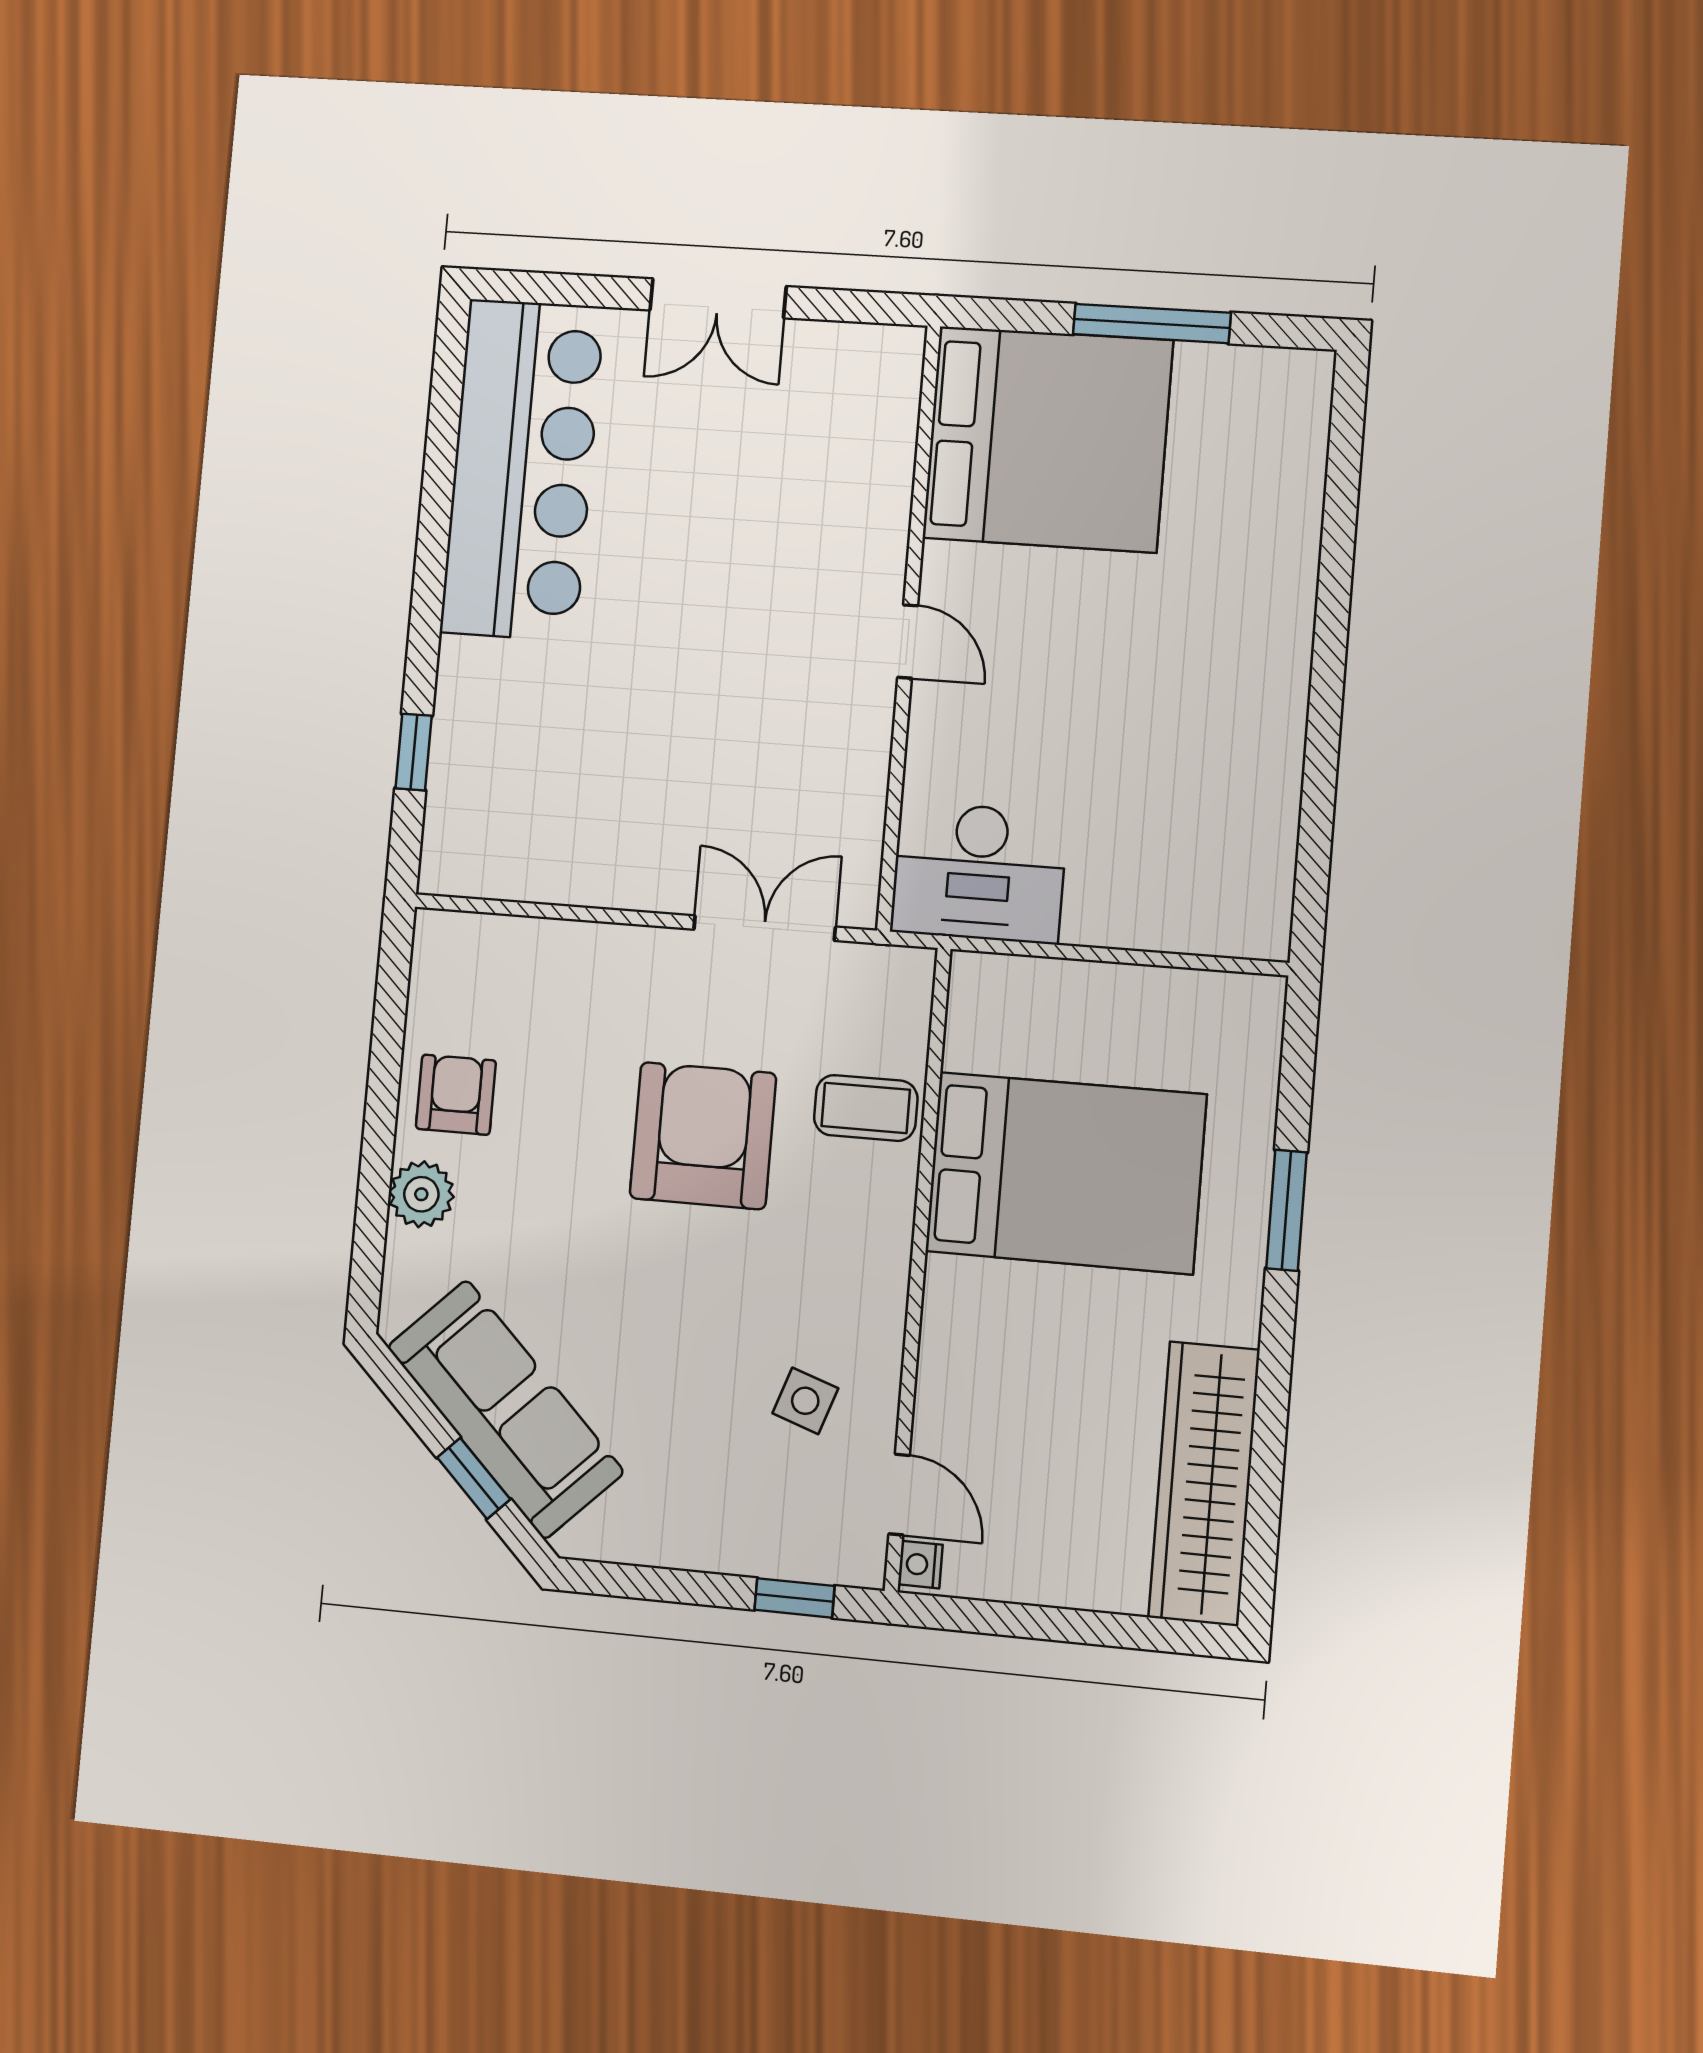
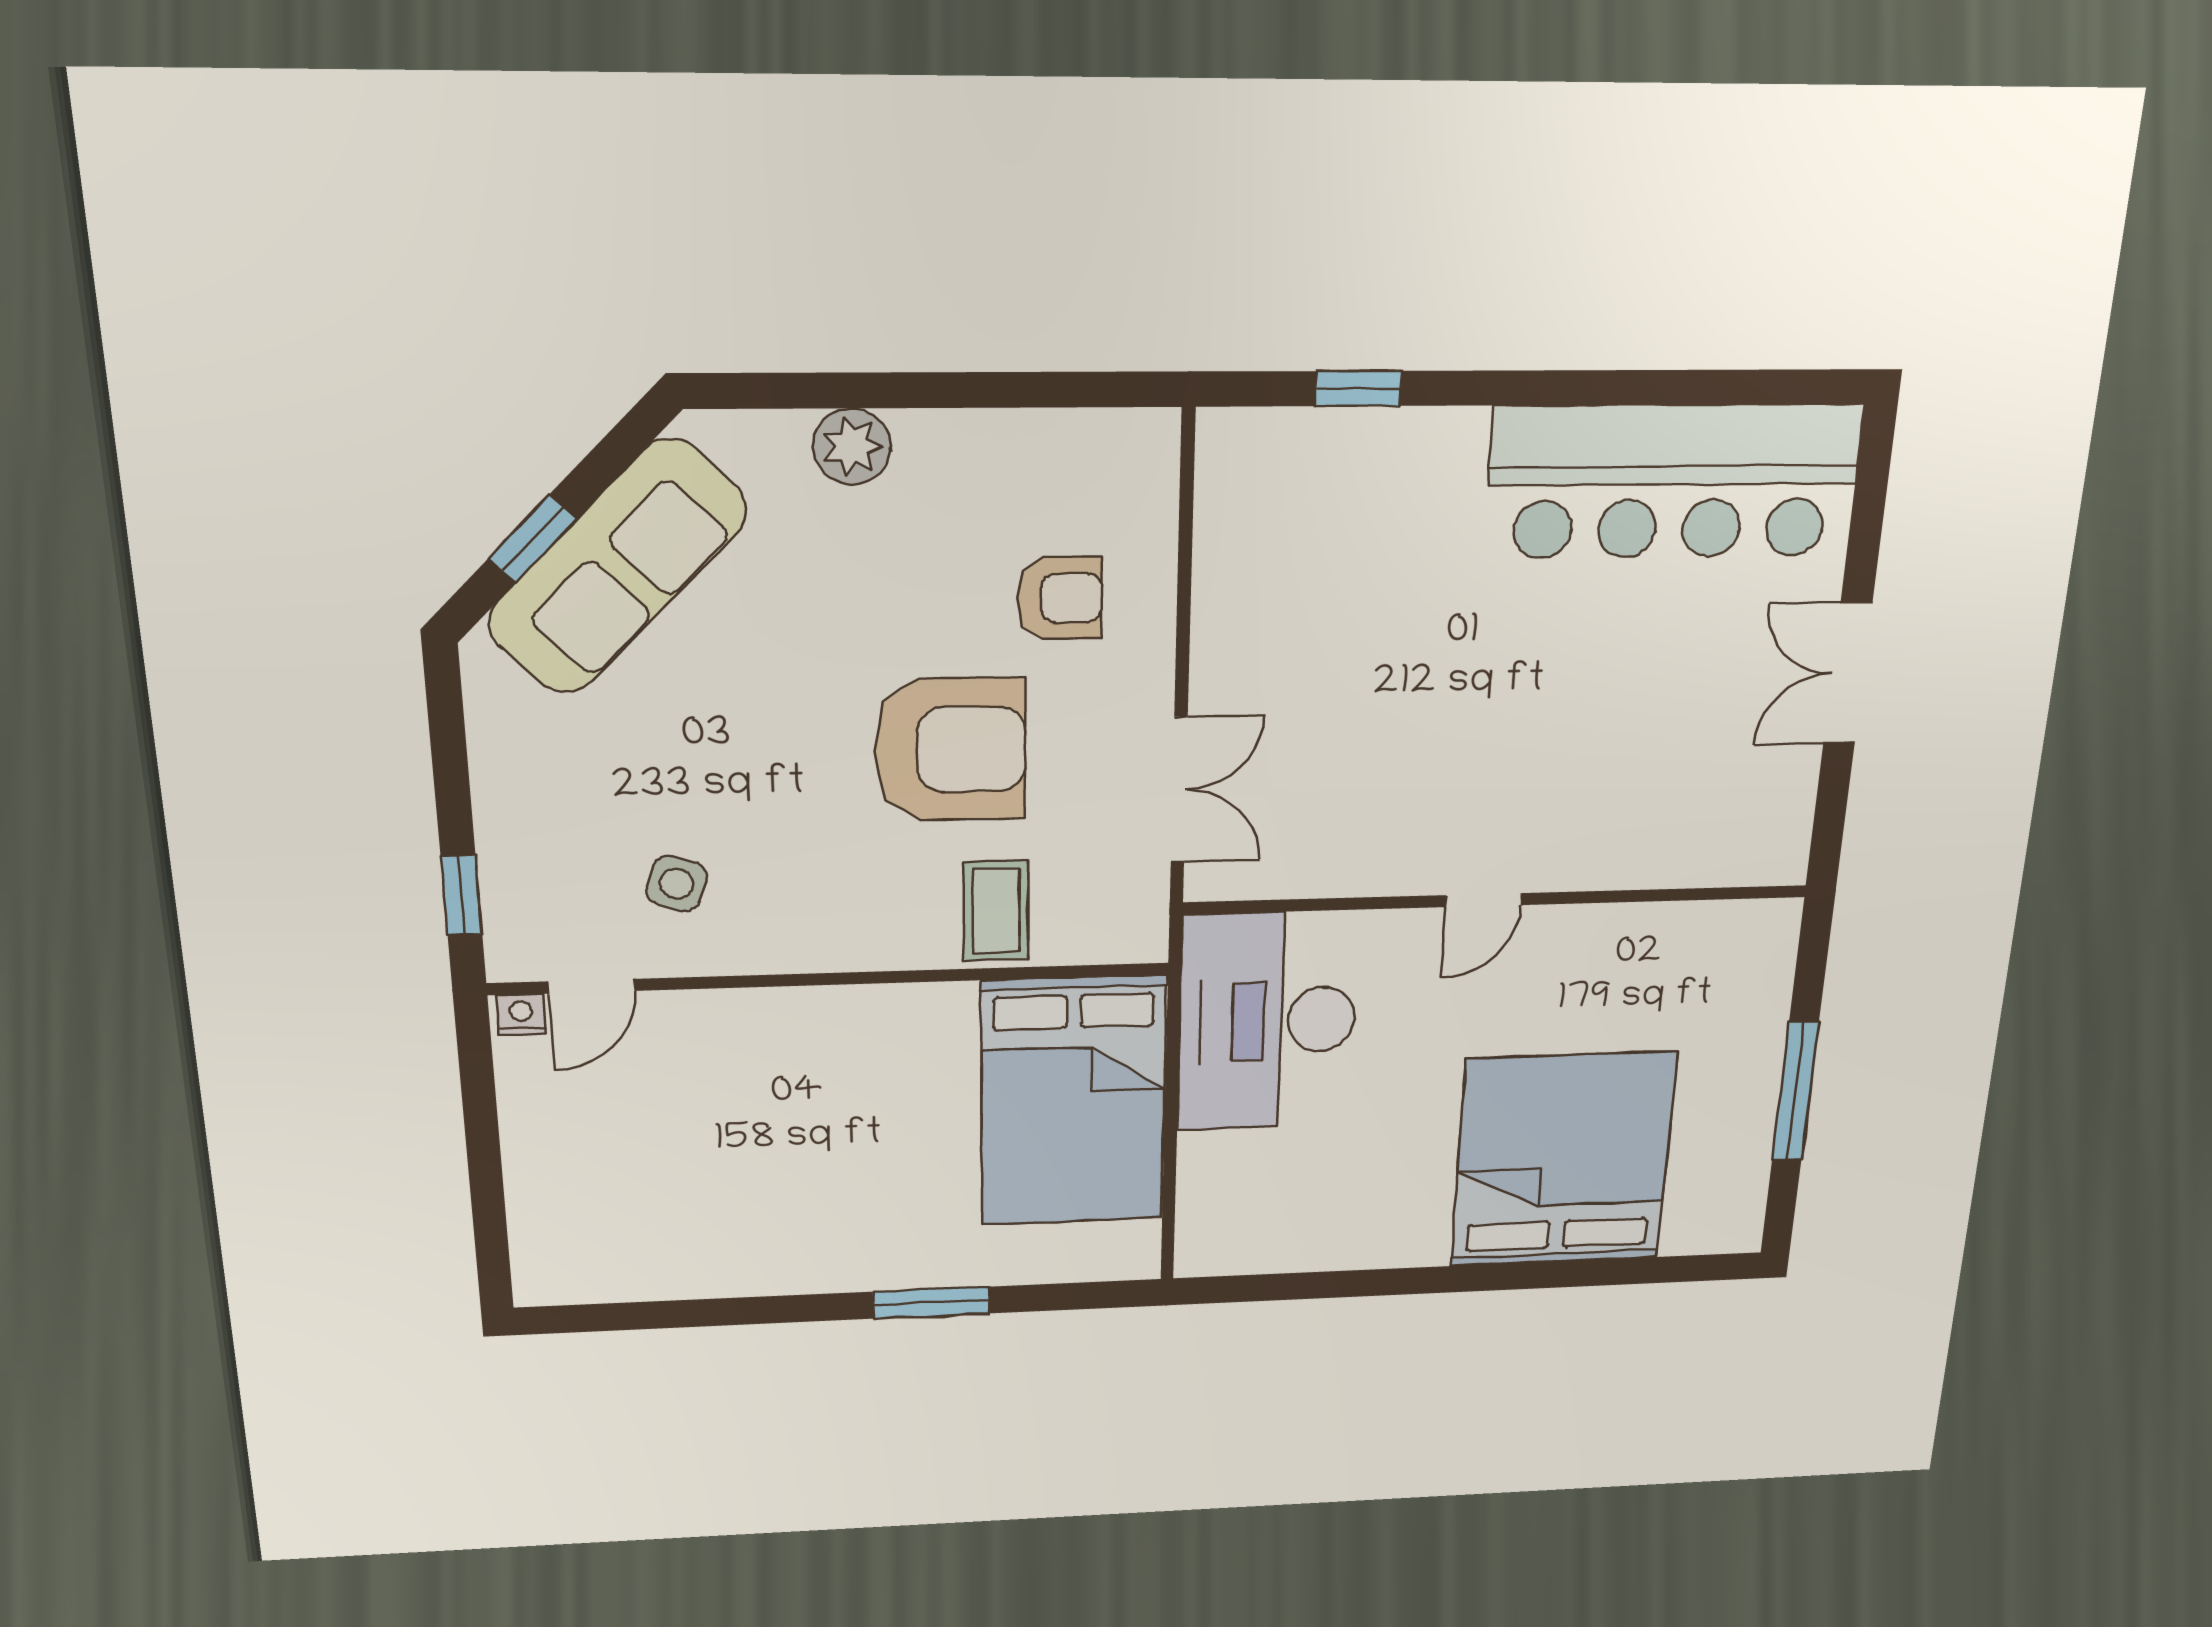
bed: (1048, 439) -> (1563, 1160), moved, turned 180
desk: (979, 872) -> (1267, 1021), width x1.36, depth x1.30
armchair: (456, 1095) -> (1060, 598), moved
bed: (1066, 1173) -> (1073, 1102), moved
wardrobe: (1204, 1483) -> (651, 1263), removed

